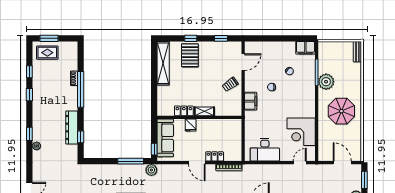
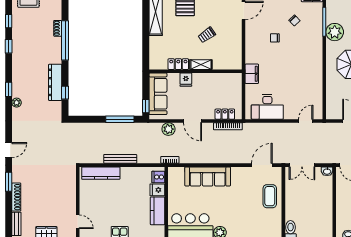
trolley: (230, 84) -> (207, 35), moved
filing cabinet: (251, 101) -> (252, 74), moved
corner desk: (301, 132) -> (307, 87), removed
locker: (215, 156) -> (225, 114), moved
plant: (151, 170) -> (168, 129), moved

